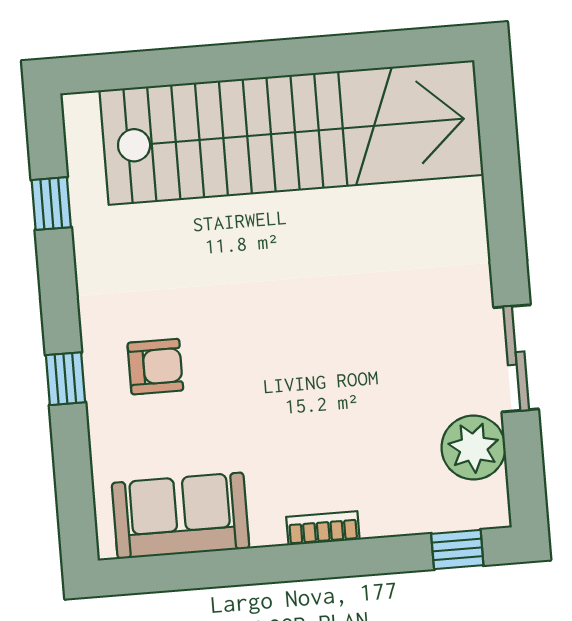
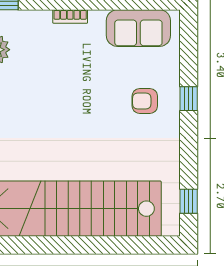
window: (51, 204) -> (189, 201), moved

